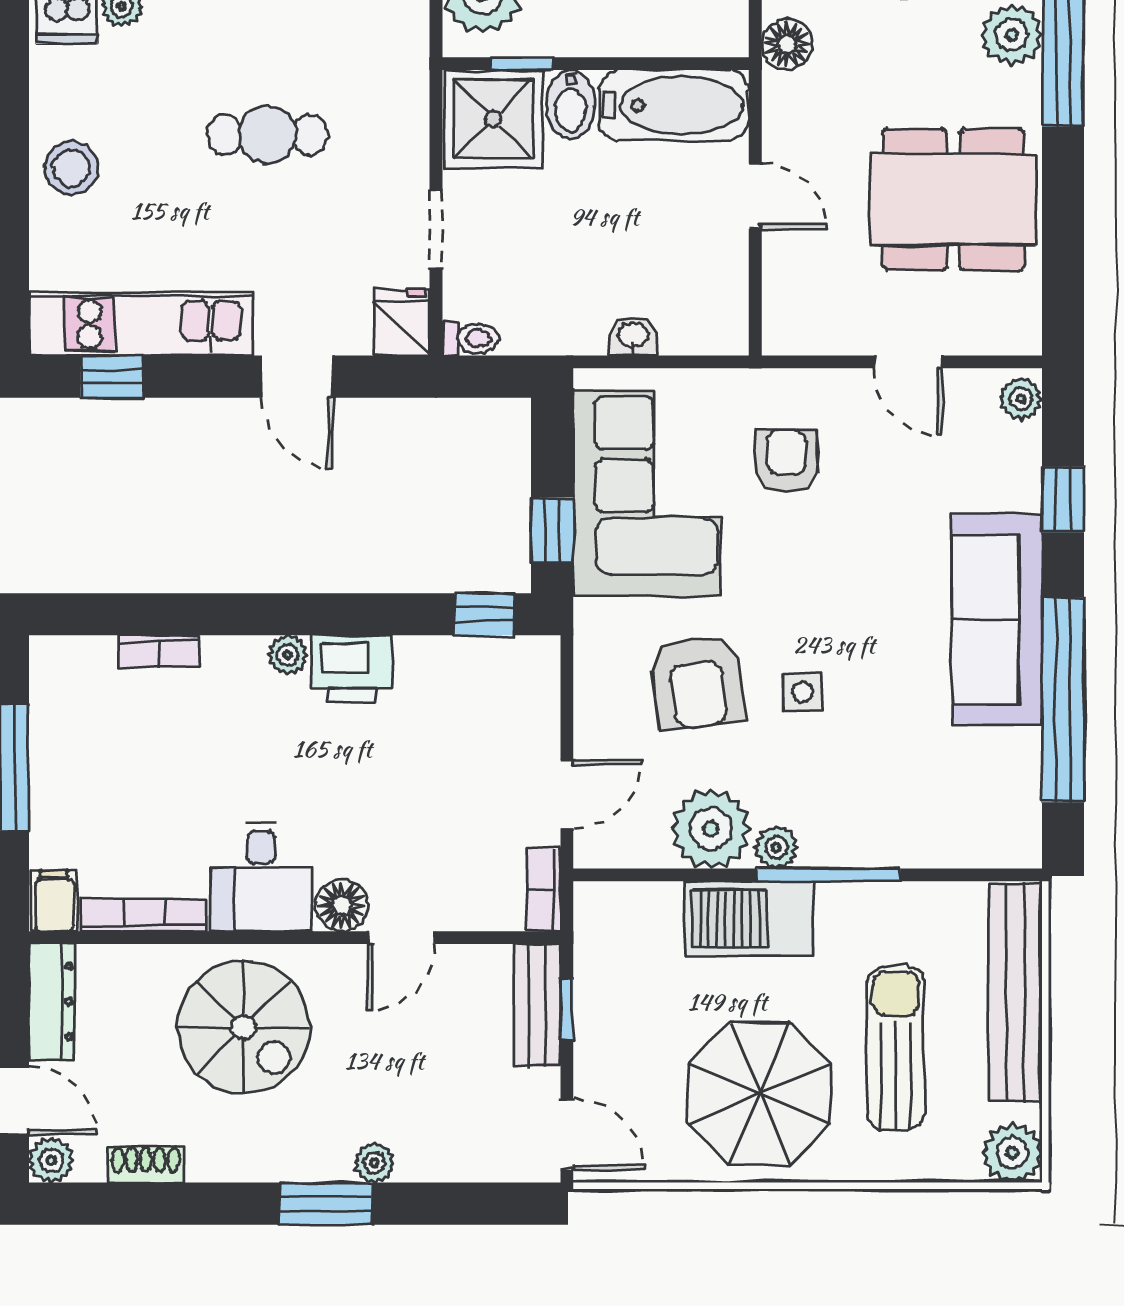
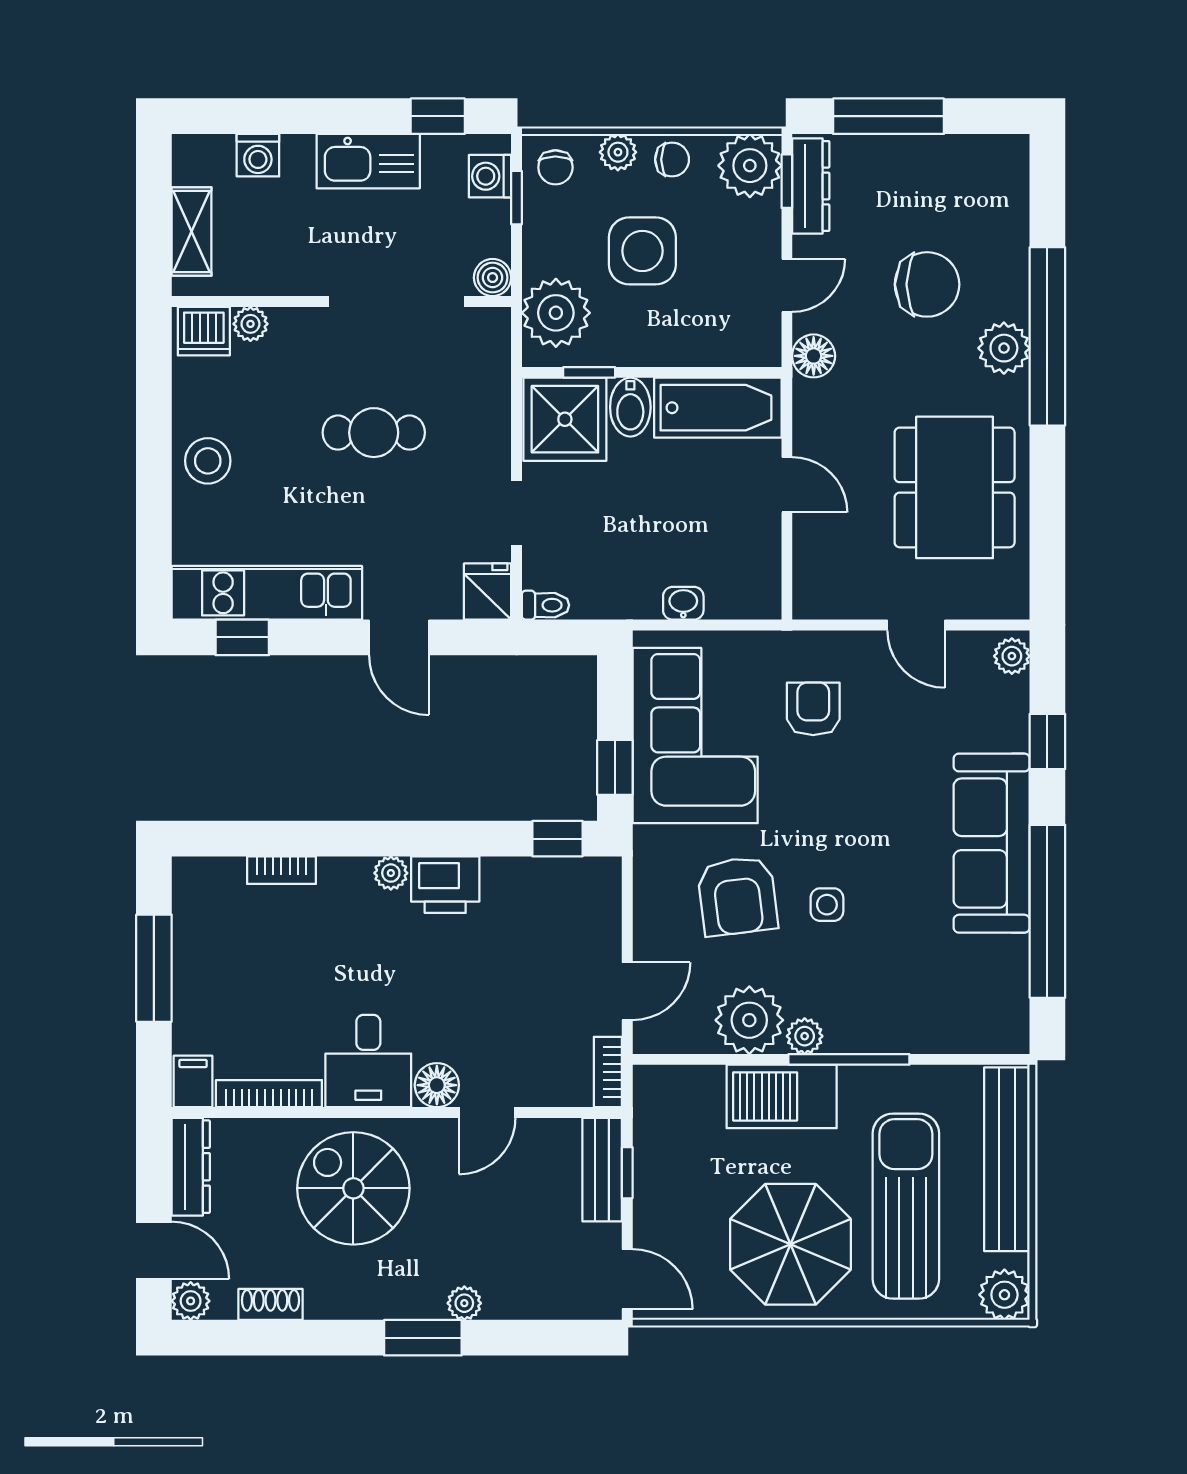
dining table: (953, 199) -> (955, 487), turned 90
spiral stairs: (243, 1027) -> (353, 1188), turned 180
sun lounger: (896, 1048) -> (906, 1206), width x1.36, depth x1.34

